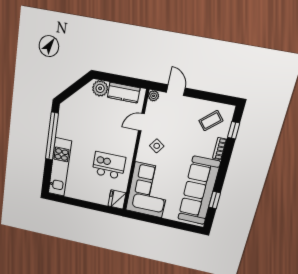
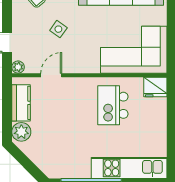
door: (141, 122) -> (51, 75), swing flipped
side table: (157, 146) -> (58, 29), moved

